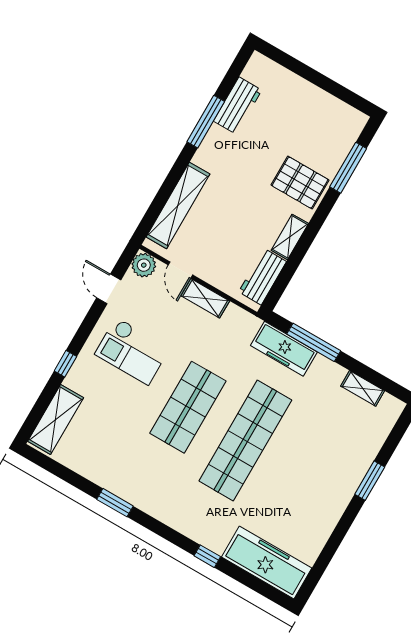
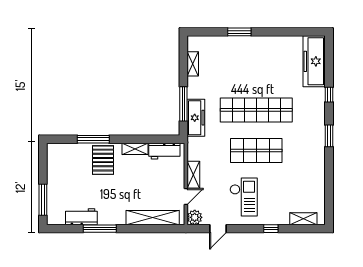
window: (293, 65) -> (43, 200), added
window: (348, 168) -> (93, 139), moved
shelving: (56, 420) -> (303, 219), width x0.67, depth x0.75
window: (115, 503) -> (329, 136), moved

